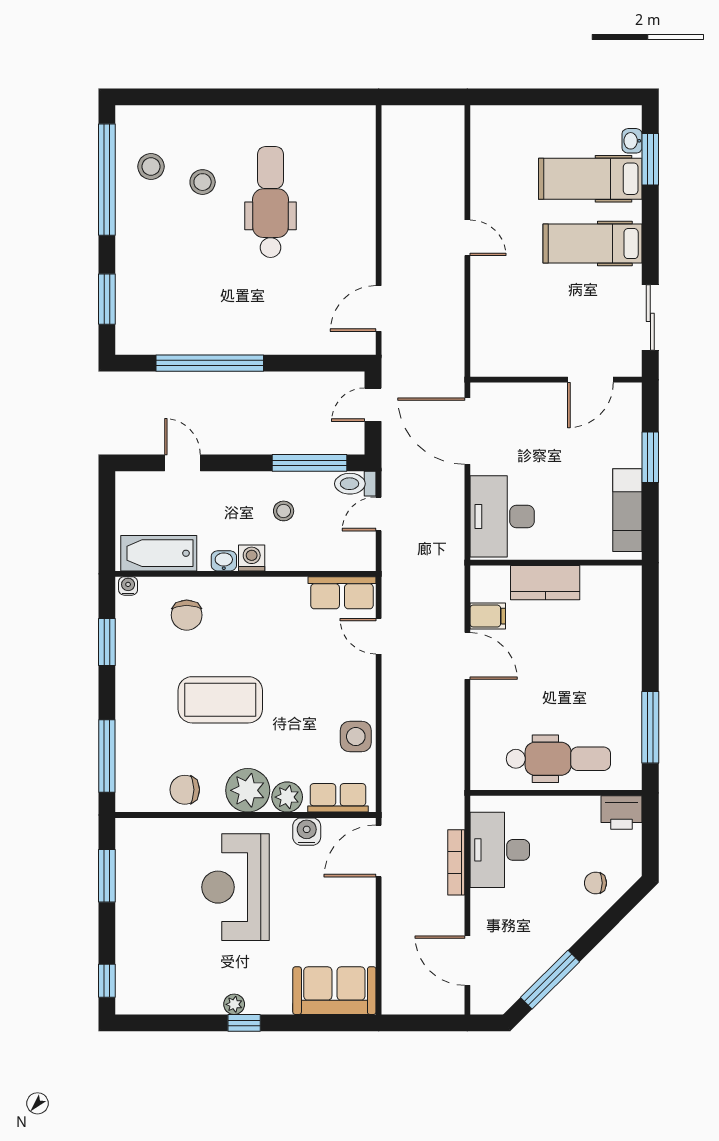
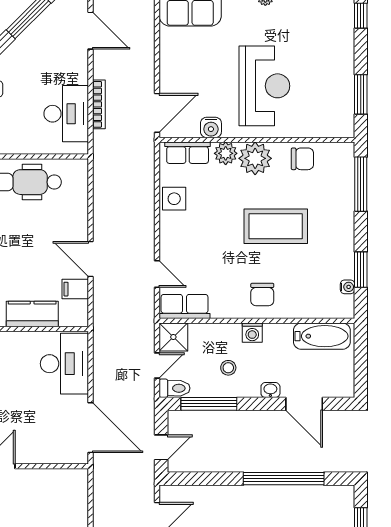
door: (183, 463) -> (304, 404), width x1.38
shower: (357, 552) -> (173, 337), added
washbasin: (224, 561) -> (270, 390), moved, turned 180
water cooler: (128, 586) -> (347, 287), moved, turned -90
chair: (187, 615) -> (262, 295), moved, turned 180

